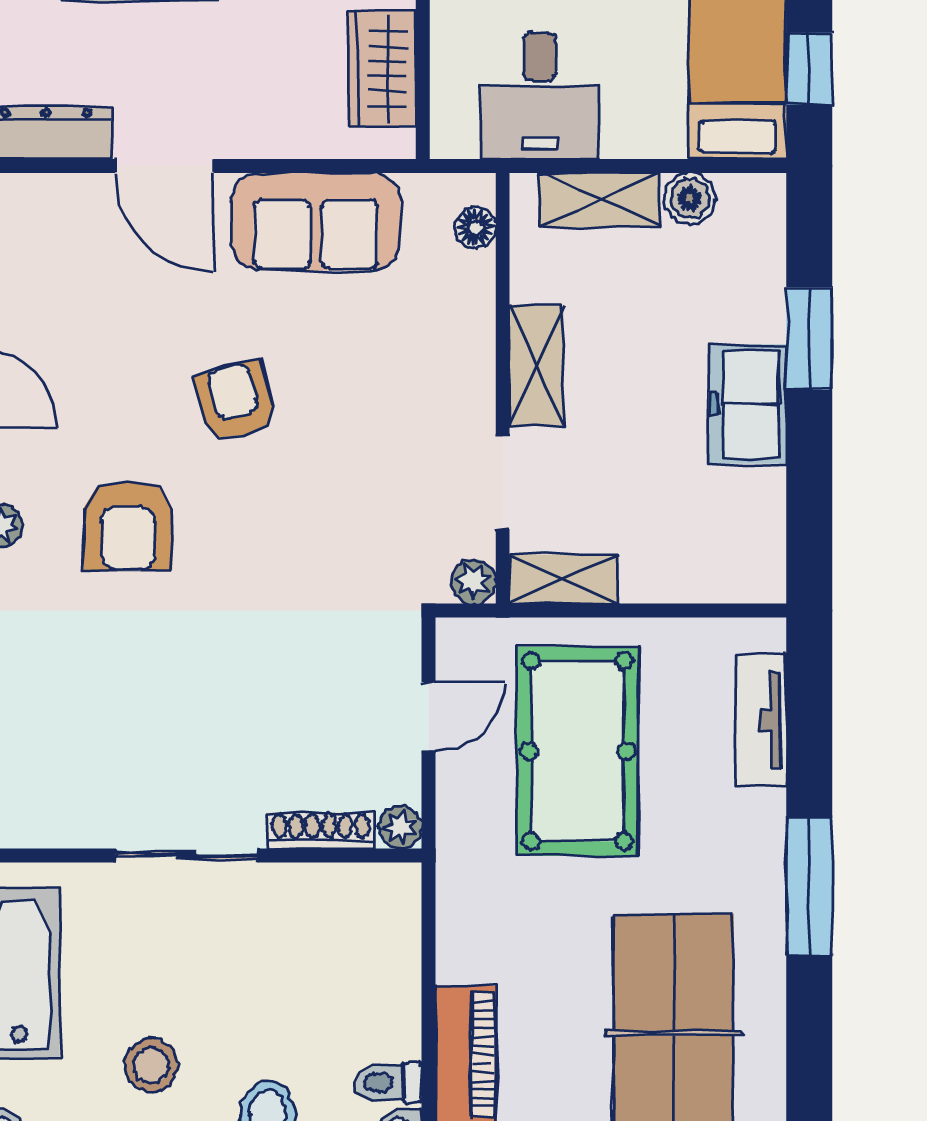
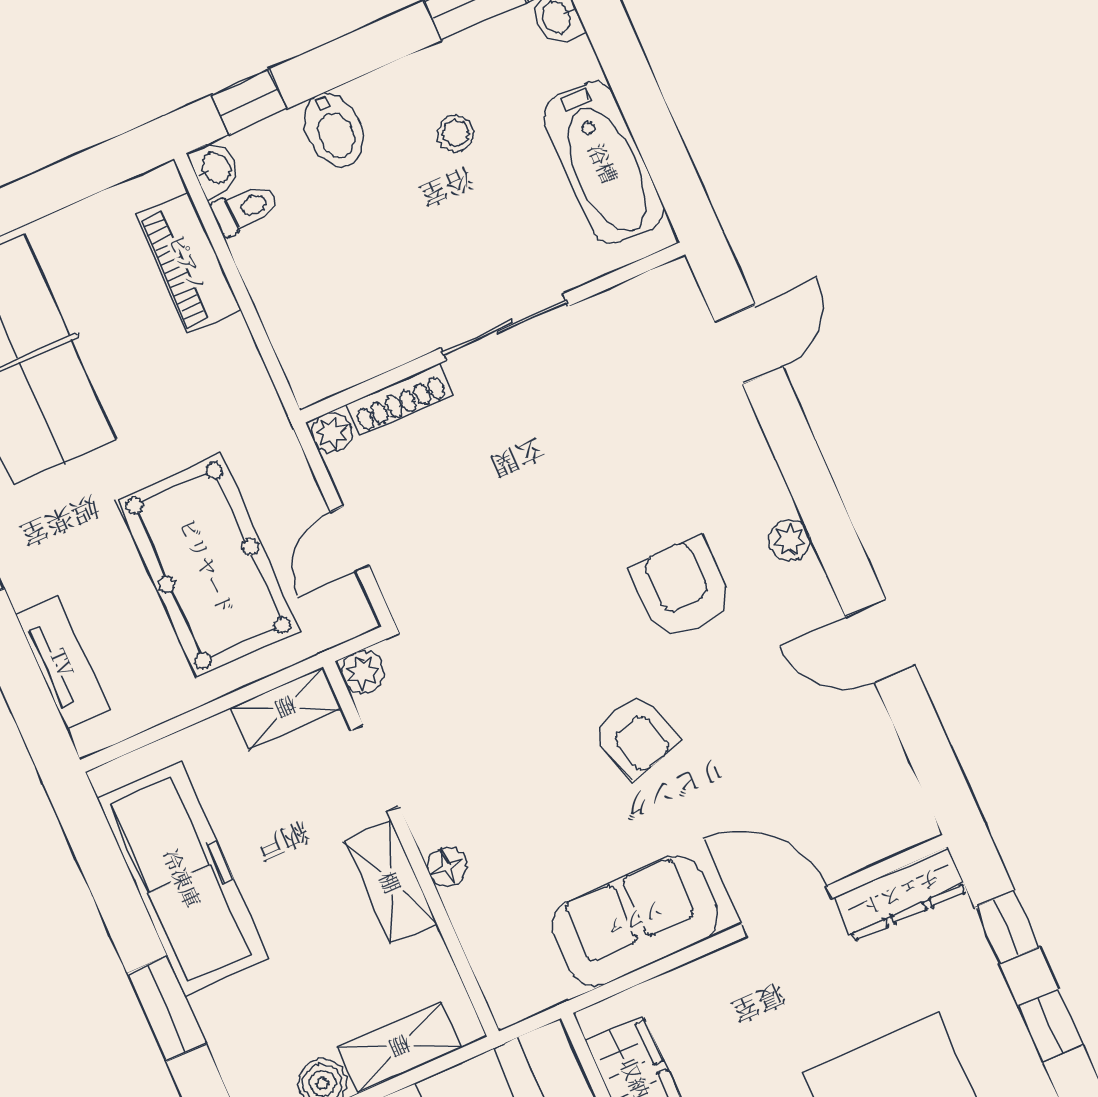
floor lamp: (475, 227) -> (447, 867), moved
freezer: (748, 404) -> (183, 878), width x1.91, depth x1.26
stool: (151, 1065) -> (455, 133), width x0.73, depth x0.73

